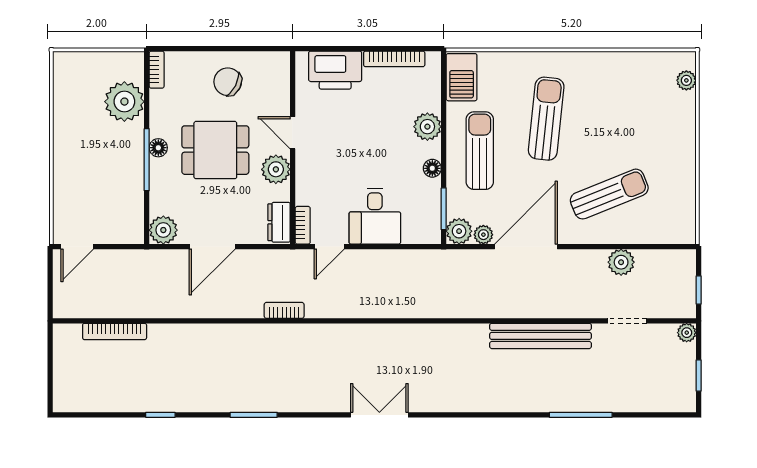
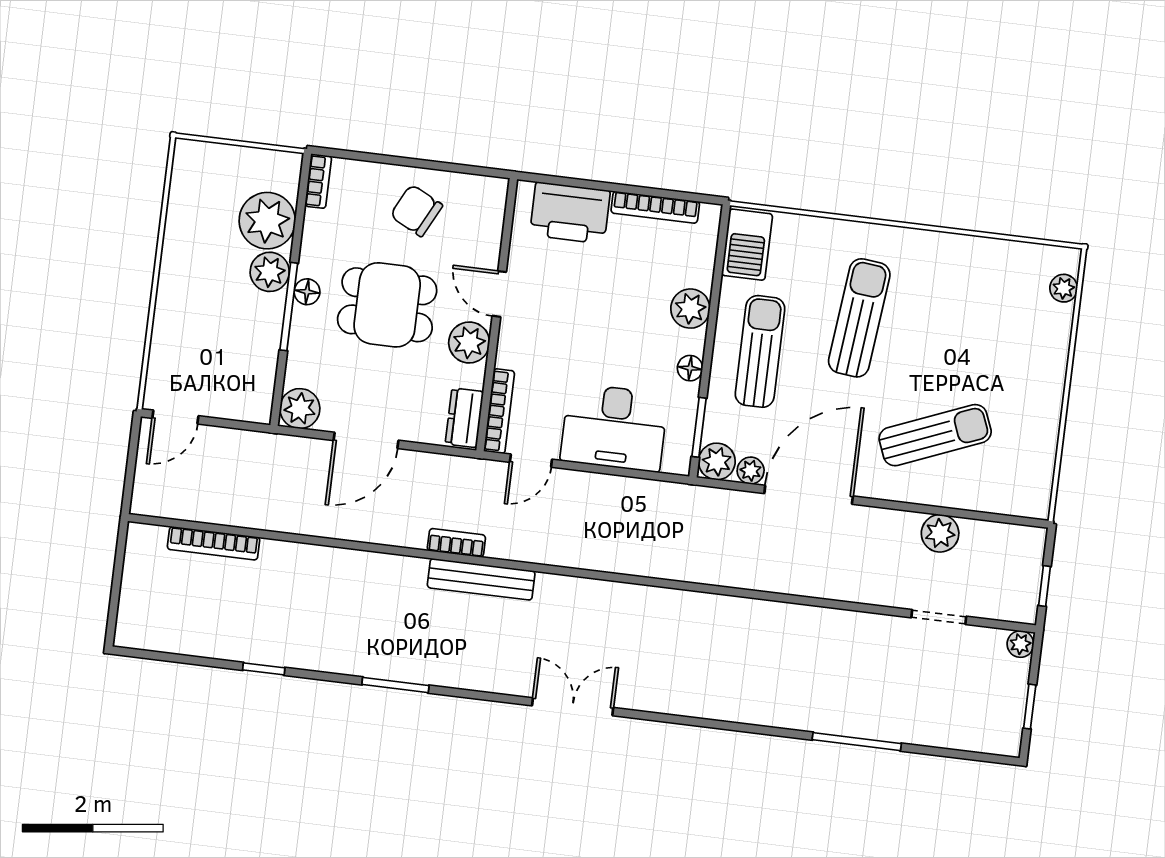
plant: (130, 137) -> (270, 272), added
desk: (375, 216) -> (614, 428), width x1.37
bookcase: (303, 225) -> (499, 411), width x1.56
bench: (541, 336) -> (481, 579), moved, width x0.73, depth x0.82

